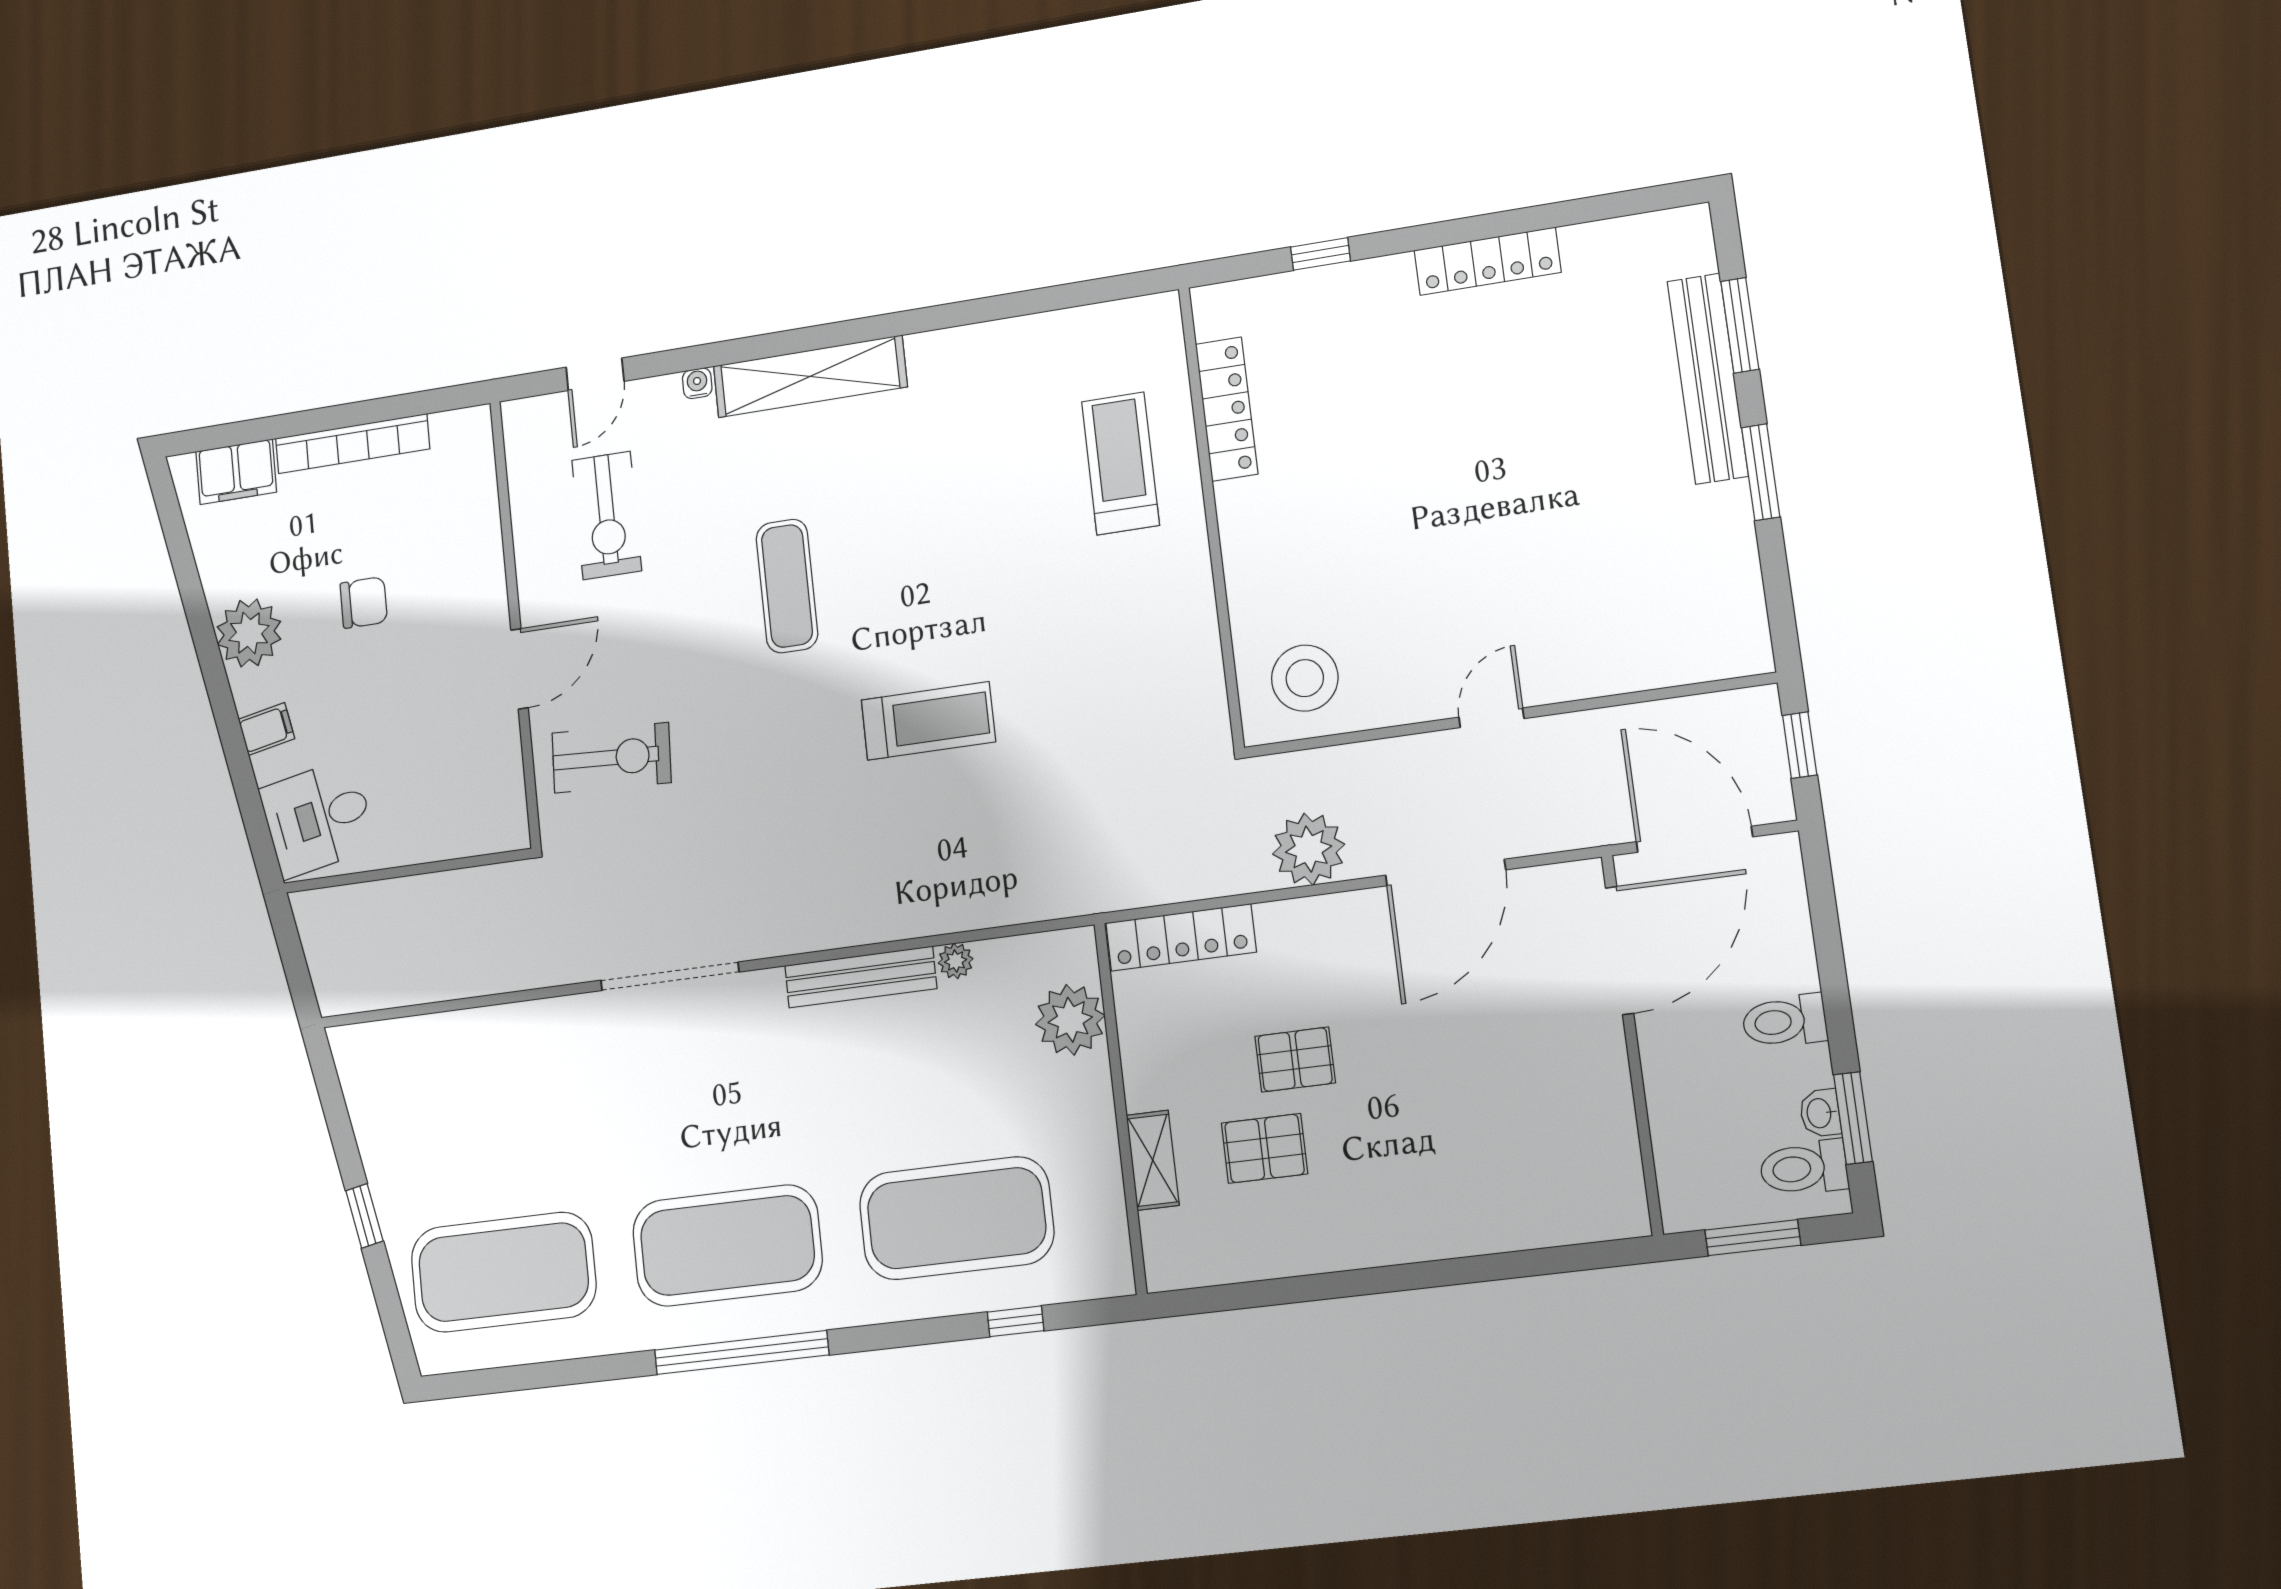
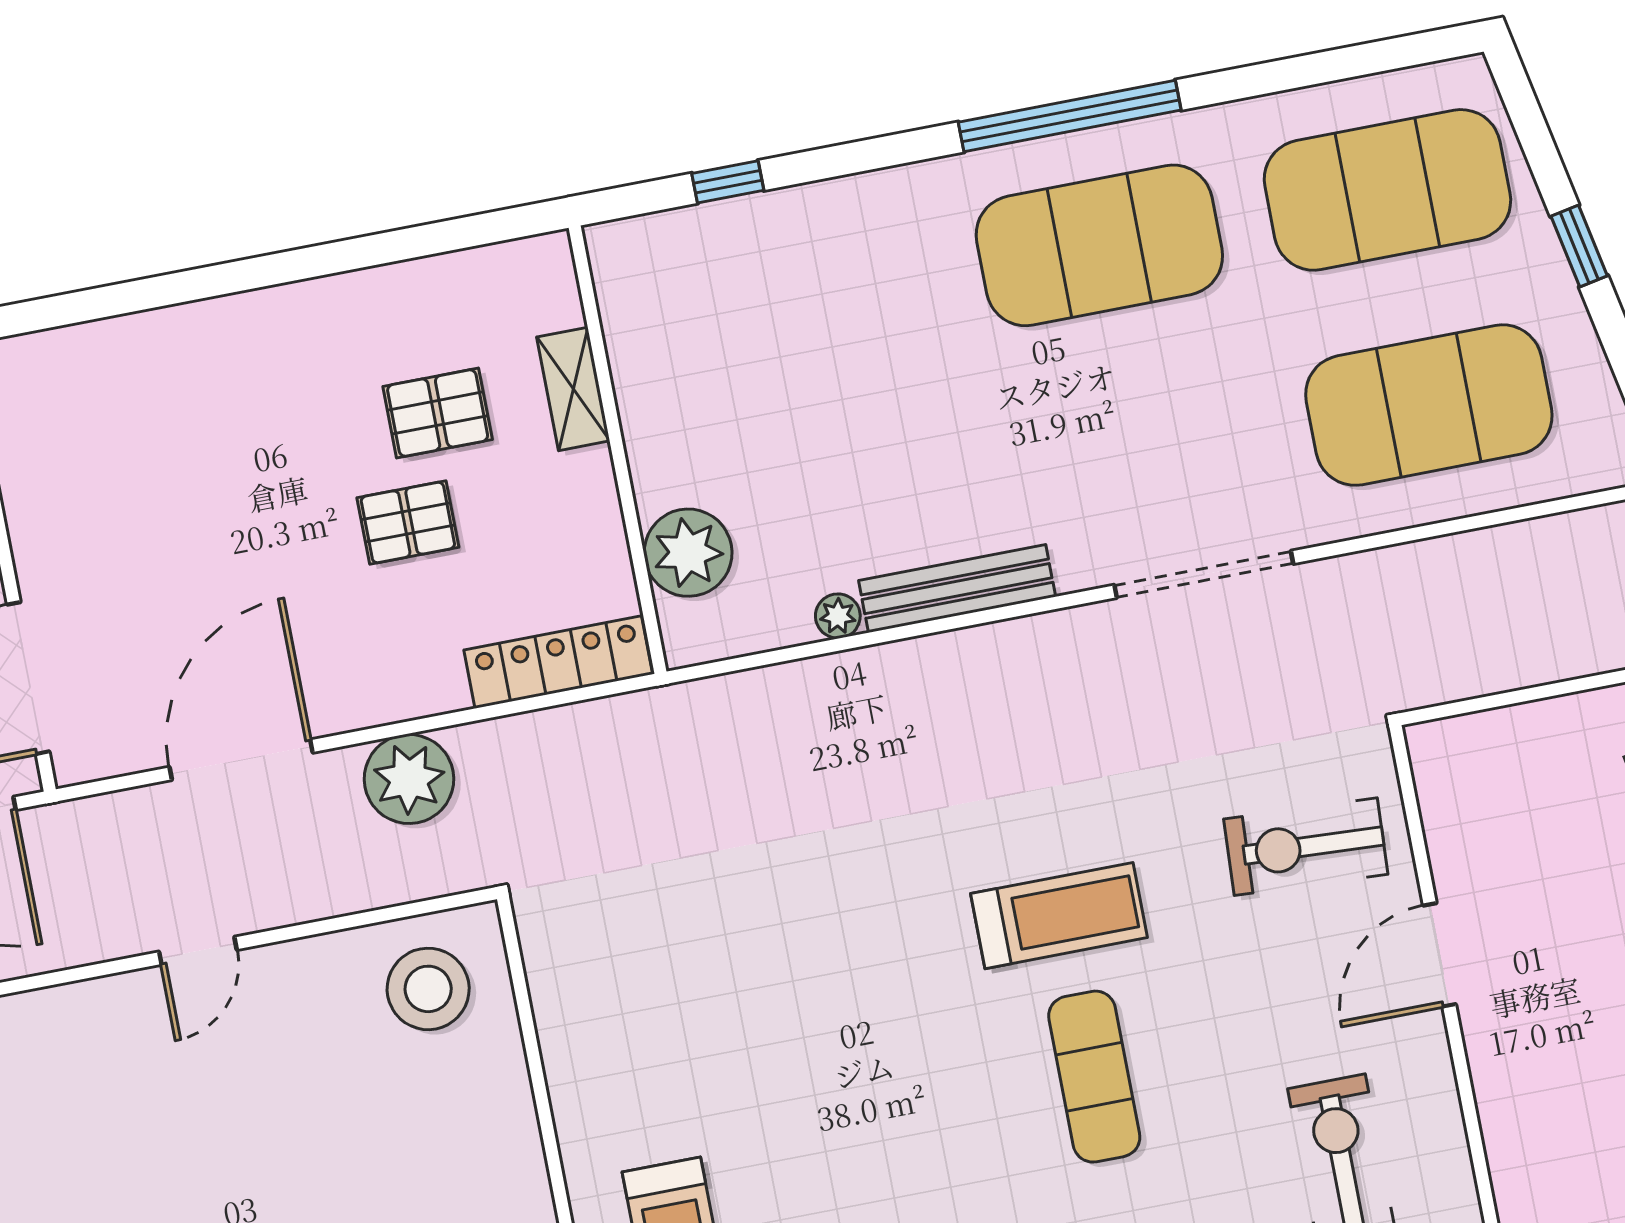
treadmill: (928, 721) -> (1059, 916), moved, turned 180
exercise mat: (956, 1218) -> (1429, 405), moved

